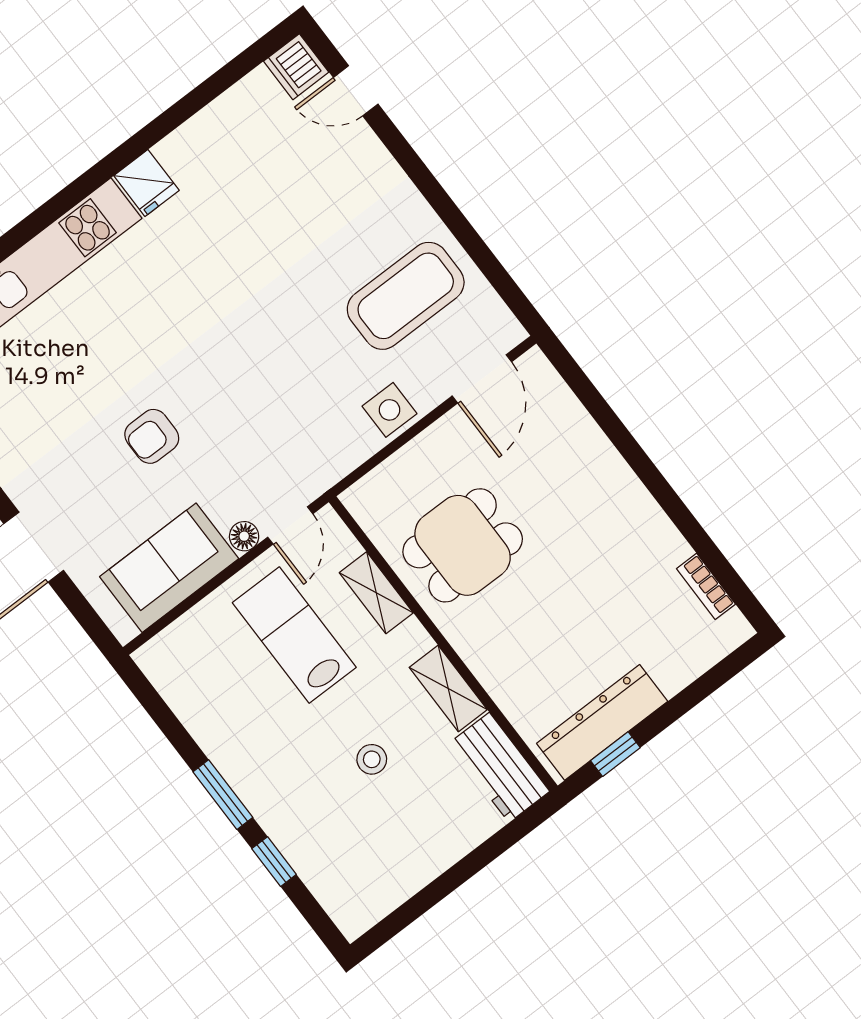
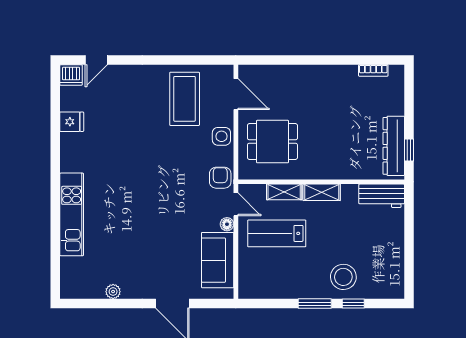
fridge: (146, 183) -> (72, 122), moved
armchair: (152, 436) -> (220, 178), moved, turned 180
dining table: (463, 545) -> (272, 142), moved, turned 90
shelving: (448, 688) -> (322, 192), moved
stool: (372, 759) -> (343, 277), moved, width x1.89, depth x1.89

